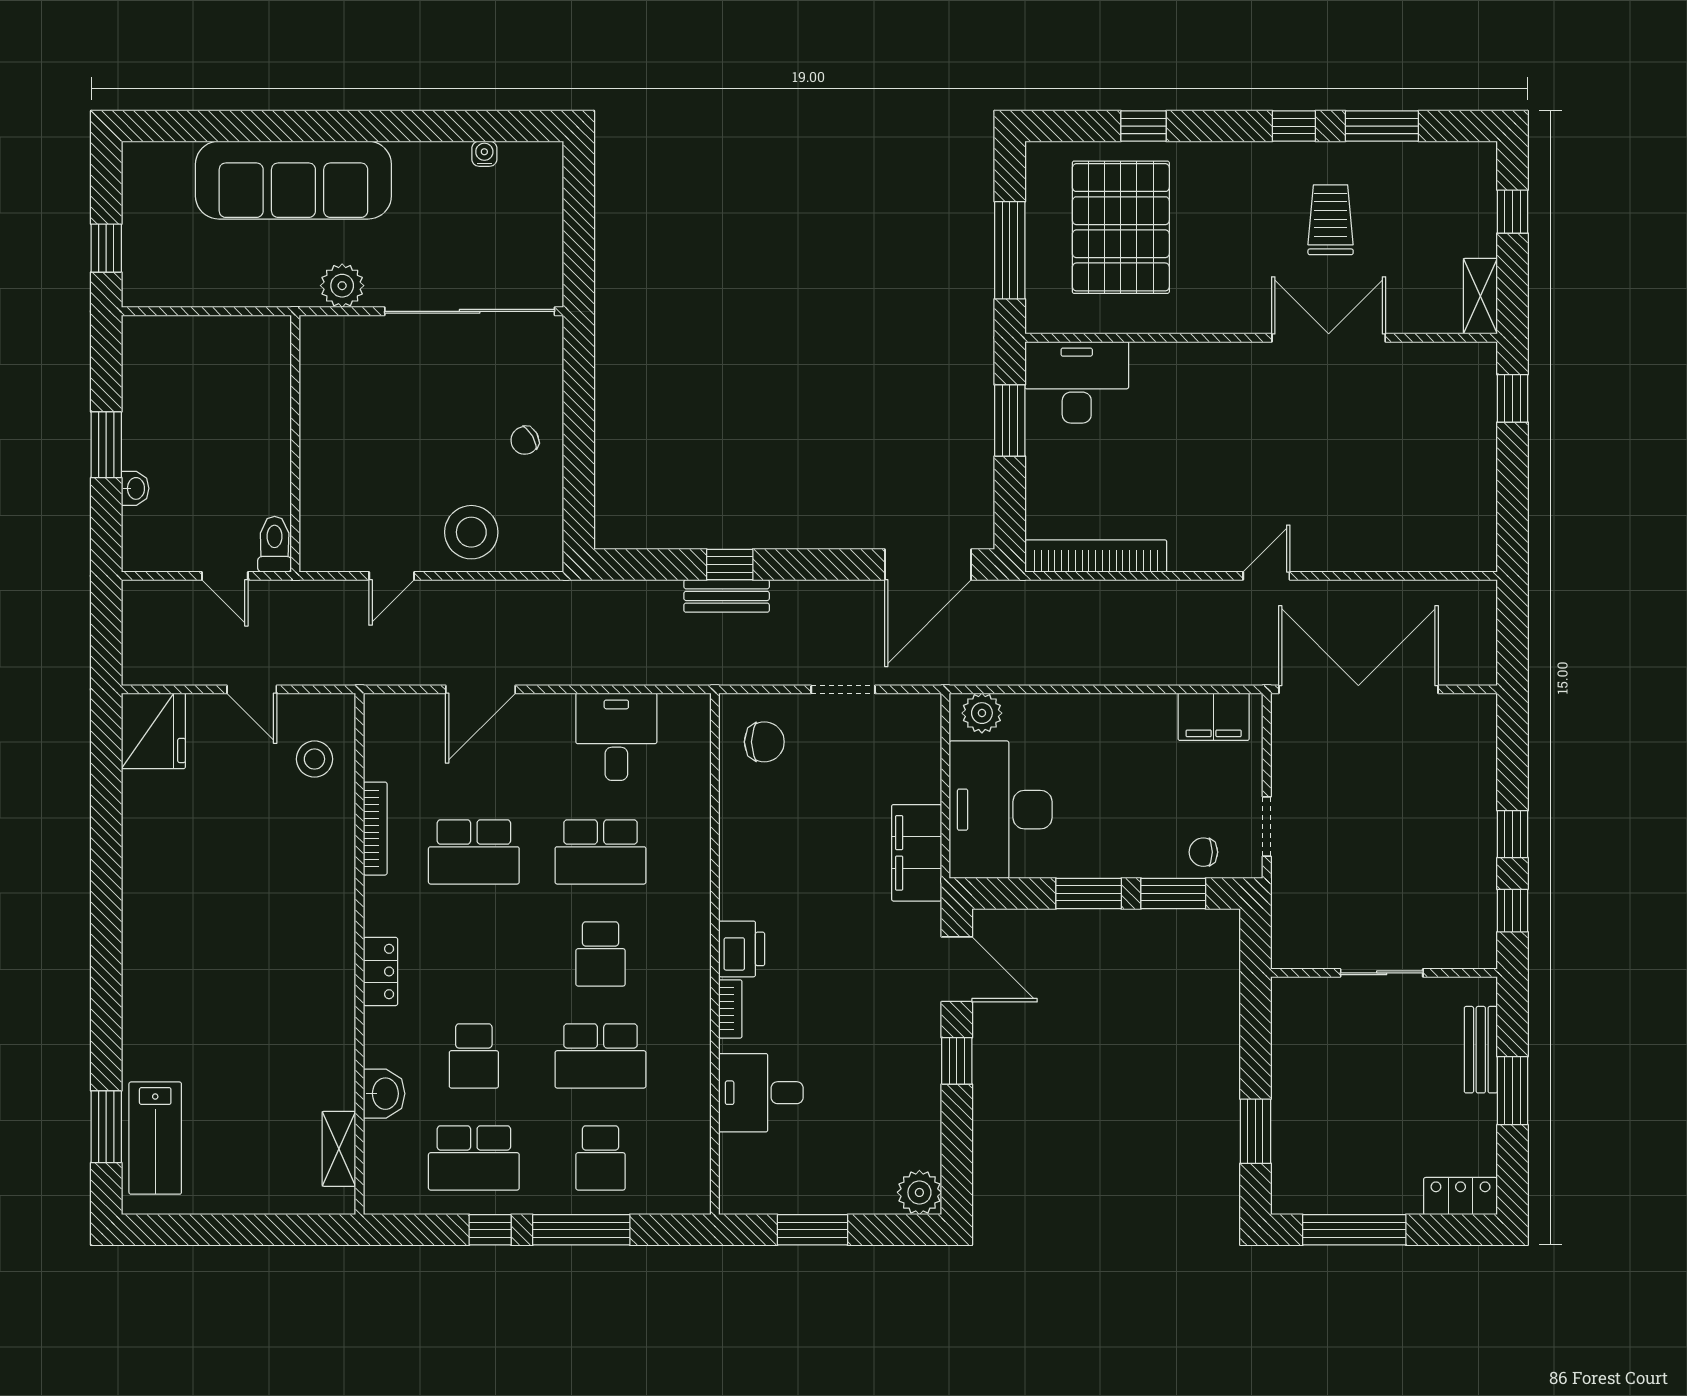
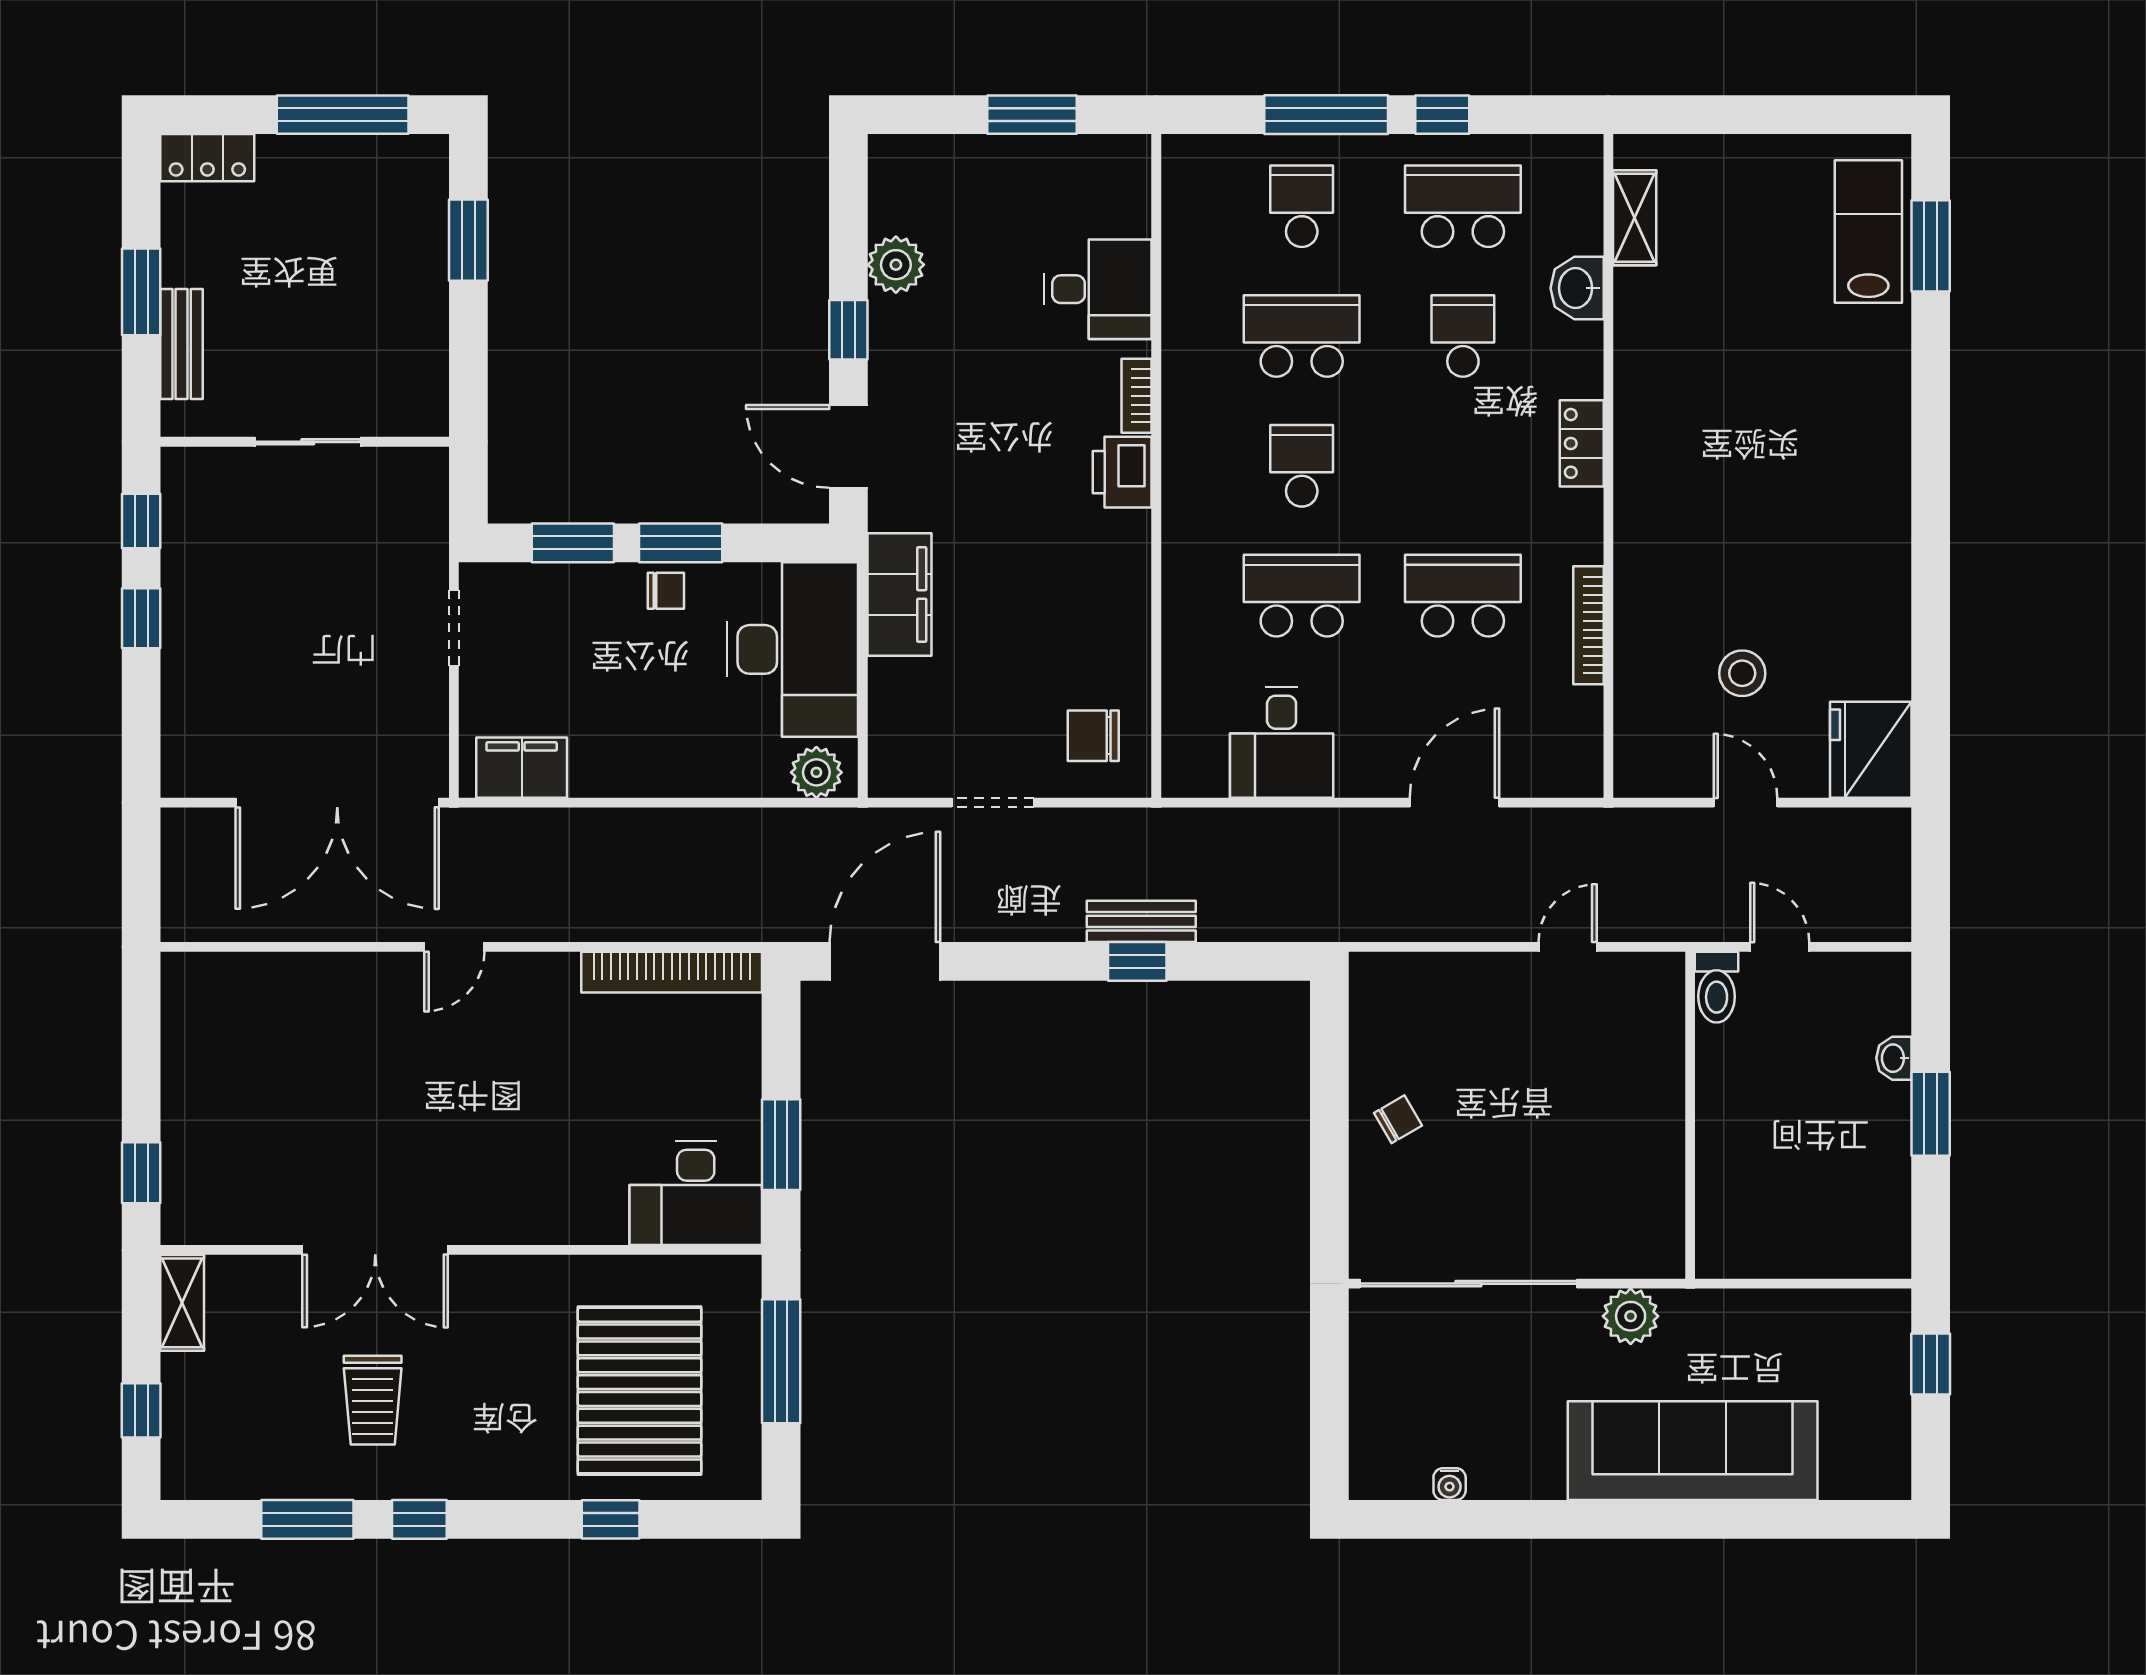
stool: (471, 532) -> (1466, 1003), removed
stool: (314, 759) -> (1742, 673), moved
chair: (1203, 852) -> (666, 591), moved
plant: (919, 1192) -> (896, 265), moved

